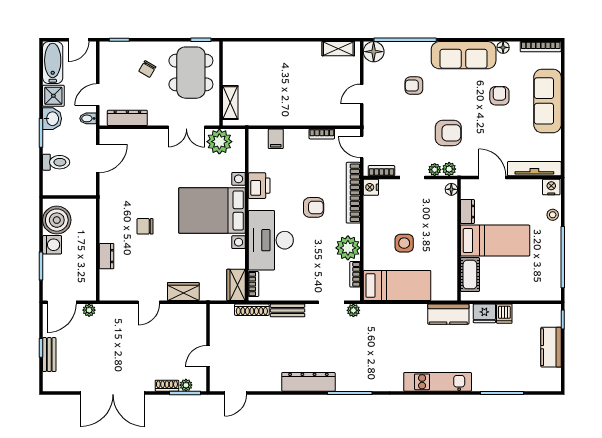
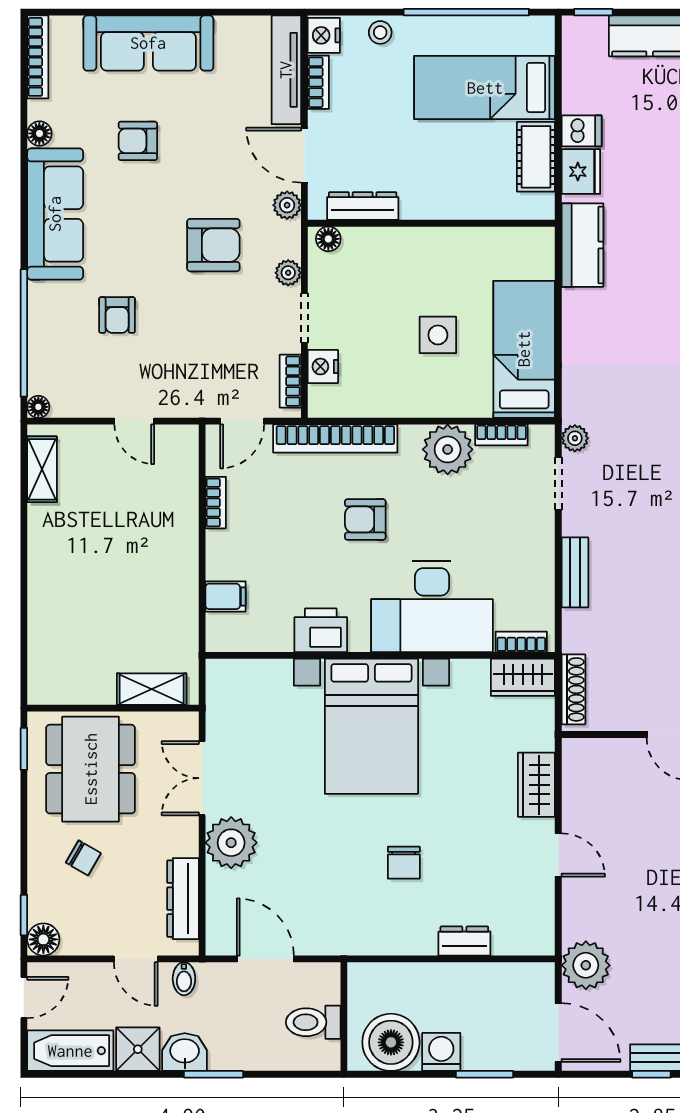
door: (79, 40) -> (24, 997), hinge flipped
floor lamp: (107, 49) -> (43, 939), added
floor lamp: (374, 52) -> (38, 407), width x0.53, depth x0.53
dining table: (191, 73) -> (91, 769), turned 90
double door: (186, 127) -> (202, 778), swing flipped
armchair: (448, 133) -> (213, 245), turned 90
plant: (219, 142) -> (231, 843), moved
toilet: (56, 162) -> (313, 1022), moved, turned -90
plant: (449, 169) -> (287, 205), moved
door: (492, 178) -> (304, 155), hinge flipped
bookcase: (528, 184) -> (318, 82), added
nightstand: (371, 187) -> (323, 367), moved, turned 90
armchair: (314, 207) -> (365, 519), turned -90
dresser: (467, 211) -> (363, 206), width x1.44
bed: (495, 241) -> (485, 88), moved, turned -90
cot: (470, 275) -> (536, 157), moved, turned 90
plant: (89, 310) -> (586, 965), width x1.88, depth x1.88
shoe rack: (252, 310) -> (573, 689), moved

